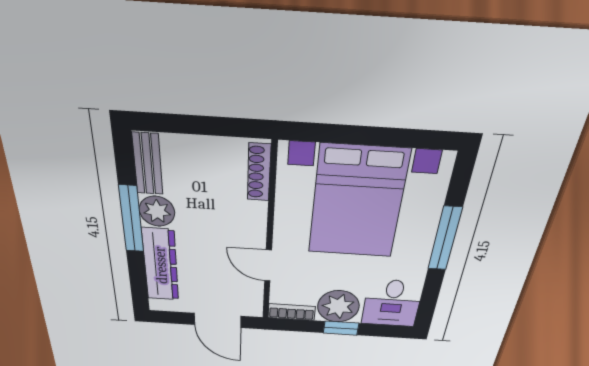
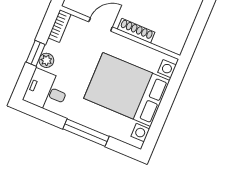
shoe rack: (259, 172) -> (136, 31), moved
plant: (338, 306) -> (46, 60), width x0.53, depth x0.53

